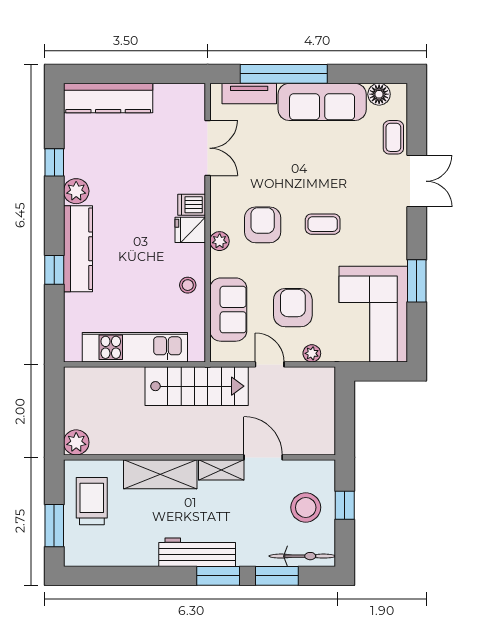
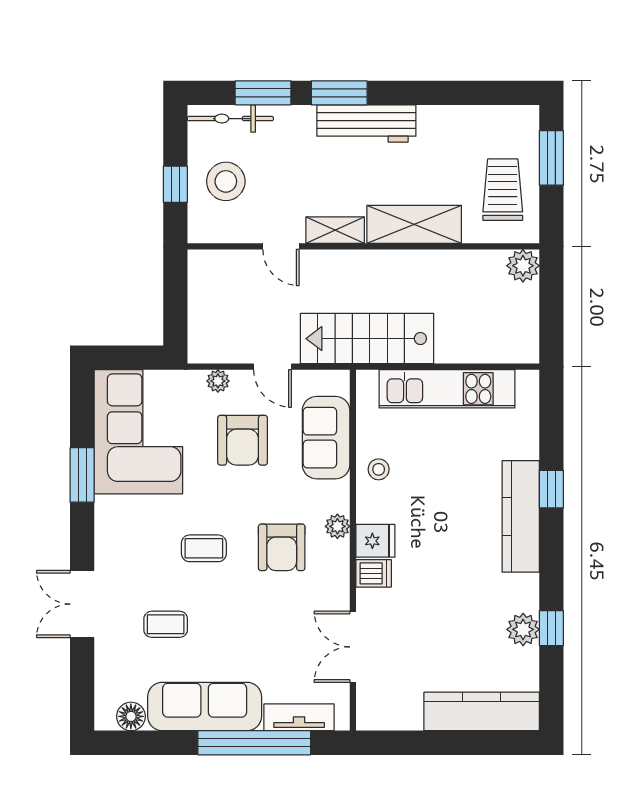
coffee table: (393, 137) -> (166, 624), moved, turned 90
plant: (76, 191) -> (523, 629), moved
door: (263, 457) -> (281, 246), width x0.73
trolley: (92, 501) -> (503, 190), turned 180

